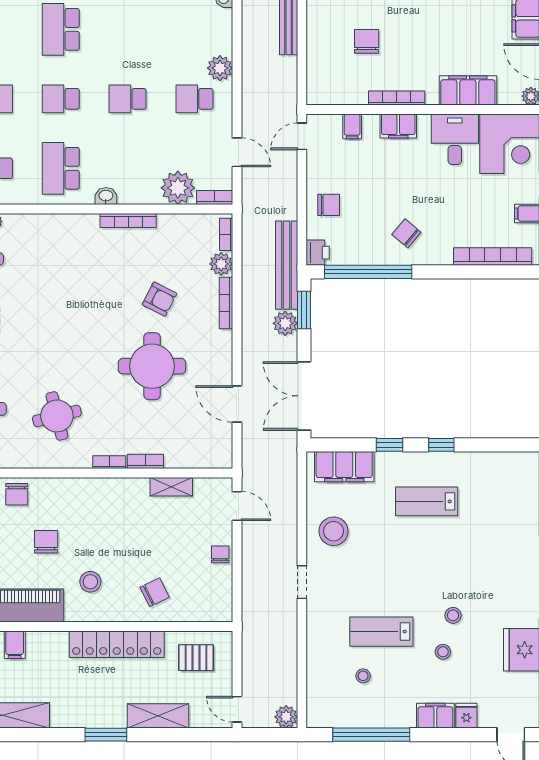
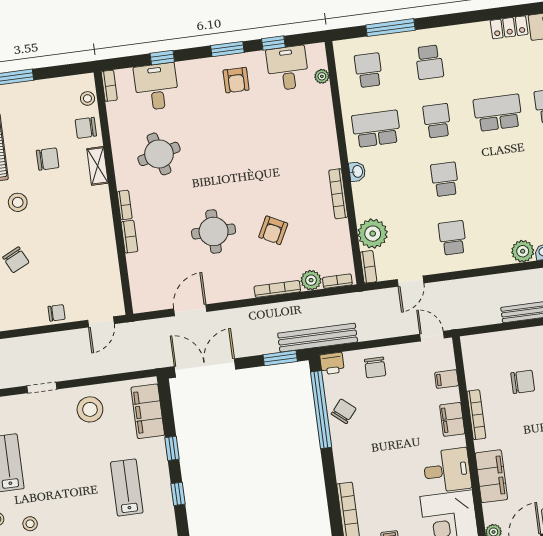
plant: (220, 68) -> (523, 251), moved
chair: (406, 233) -> (344, 411), moved
plant: (285, 323) -> (266, 343), removed
round table: (152, 366) -> (214, 231), width x0.73, depth x0.73
shelving: (171, 487) -> (97, 166), moved

